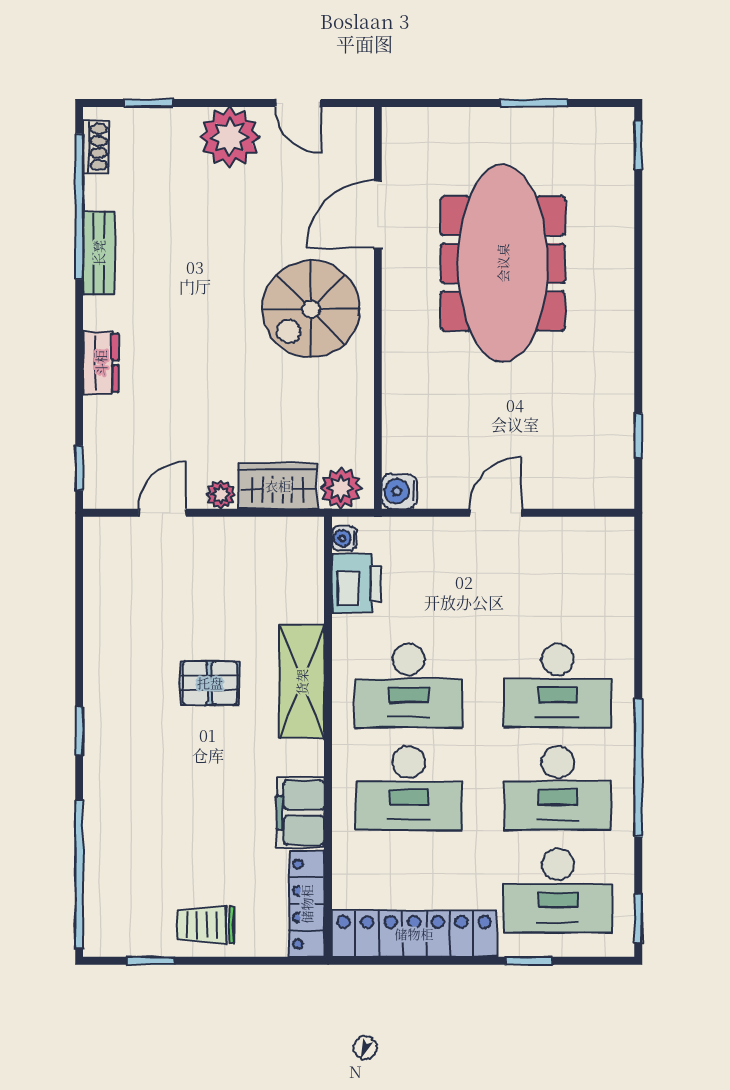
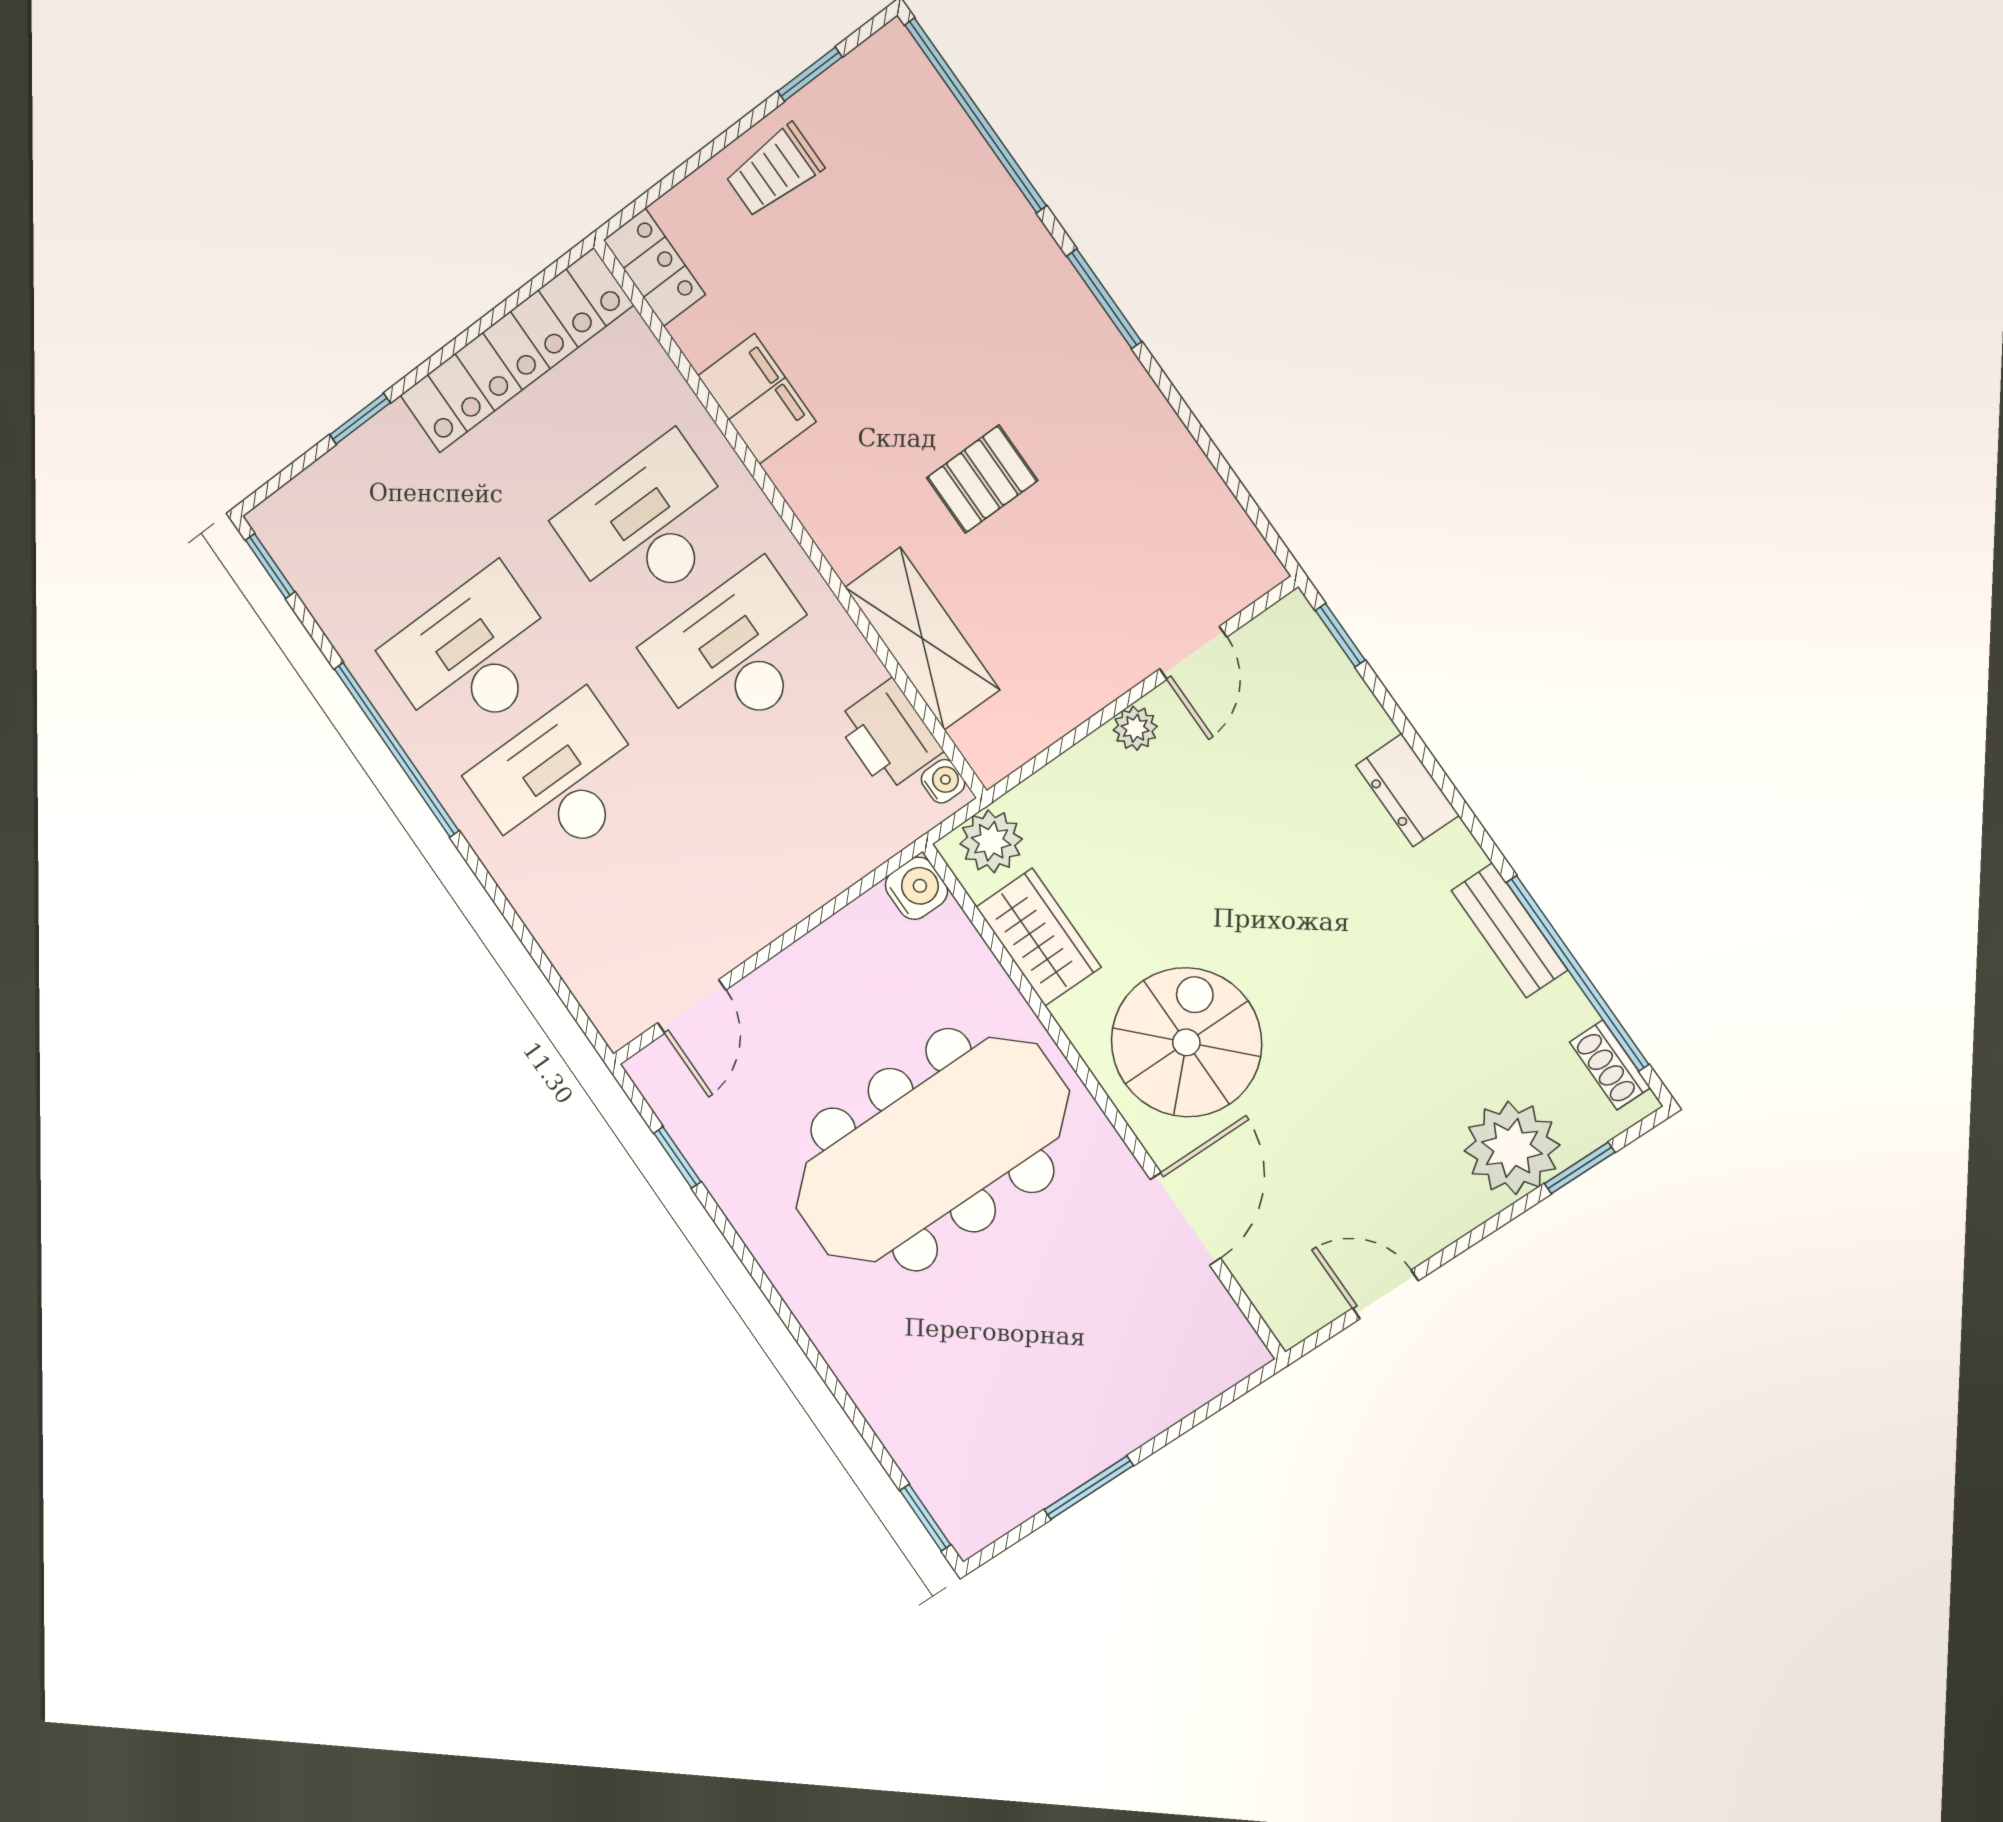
plant: (230, 137) -> (1512, 1148), moved
meeting table: (503, 263) -> (932, 1150), moved, turned 90
wardrobe: (278, 486) -> (1038, 937), moved, turned -90
door: (496, 513) -> (692, 1006), moved
shelving: (302, 682) -> (922, 638), moved
window: (79, 730) -> (1104, 299), width x1.50
desk: (558, 891) -> (386, 530), removed
locker: (307, 904) -> (654, 267), width x0.66
trolley: (206, 925) -> (774, 171), turned 180

